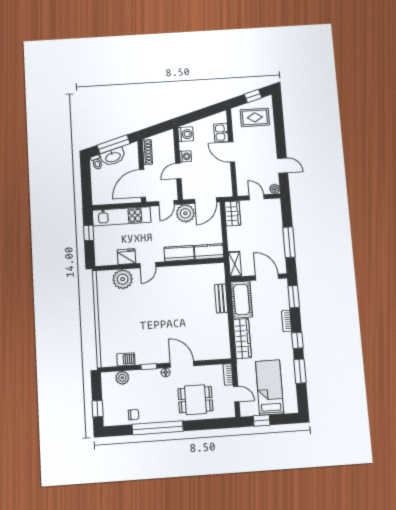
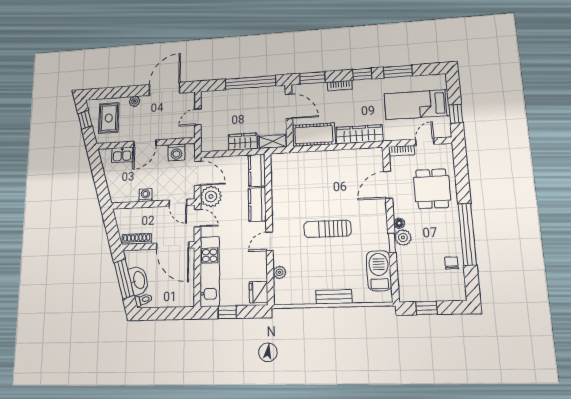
washing machine: (186, 134) -> (176, 152), moved, turned 180
door: (283, 165) -> (165, 89), width x1.87
door: (178, 171) -> (178, 203), moved
plant: (275, 189) -> (135, 101), moved
wardrobe: (233, 213) -> (243, 142), moved
window: (289, 242) -> (250, 82), width x1.46
fridge: (126, 257) -> (259, 292), moved
door: (148, 265) -> (269, 241), swing flipped
door: (267, 277) -> (289, 106), swing flipped
plant: (123, 279) -> (279, 272), width x0.53, depth x0.53
bench: (221, 298) -> (334, 297), moved
sun lounger: (160, 313) -> (327, 229), added
barbecue: (126, 359) -> (379, 271), width x1.88, depth x1.53
door: (182, 364) -> (388, 185), moved
plant: (122, 378) -> (403, 237), moved
window: (98, 409) -> (427, 308), moved

